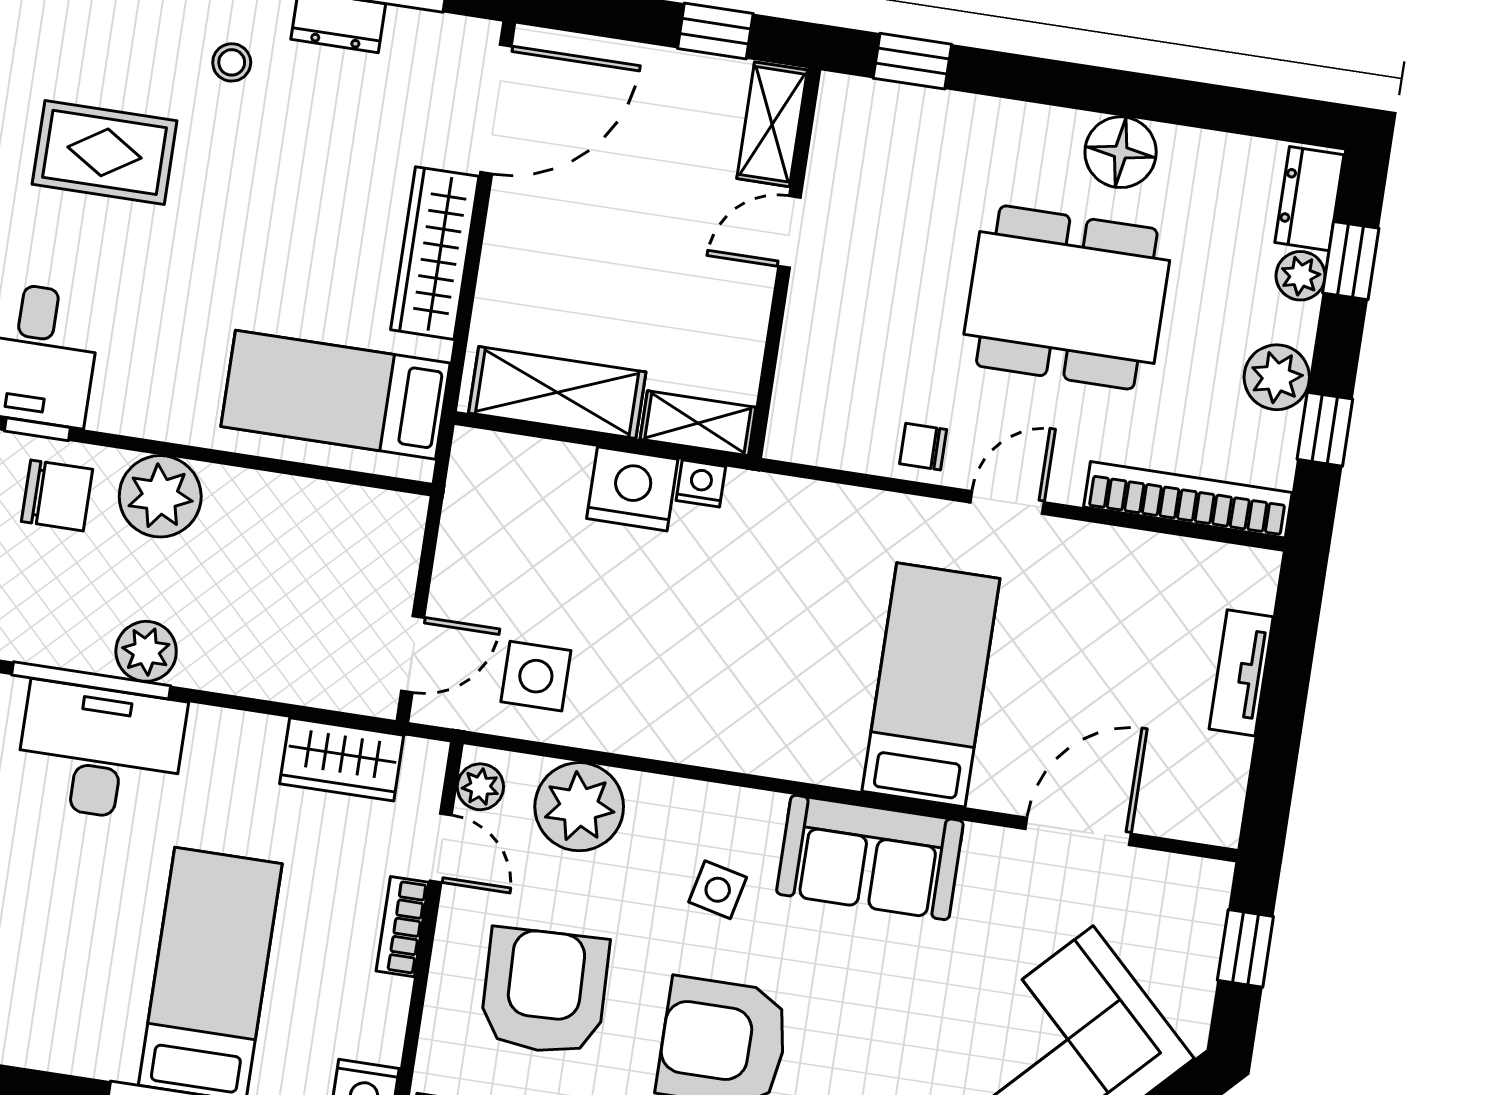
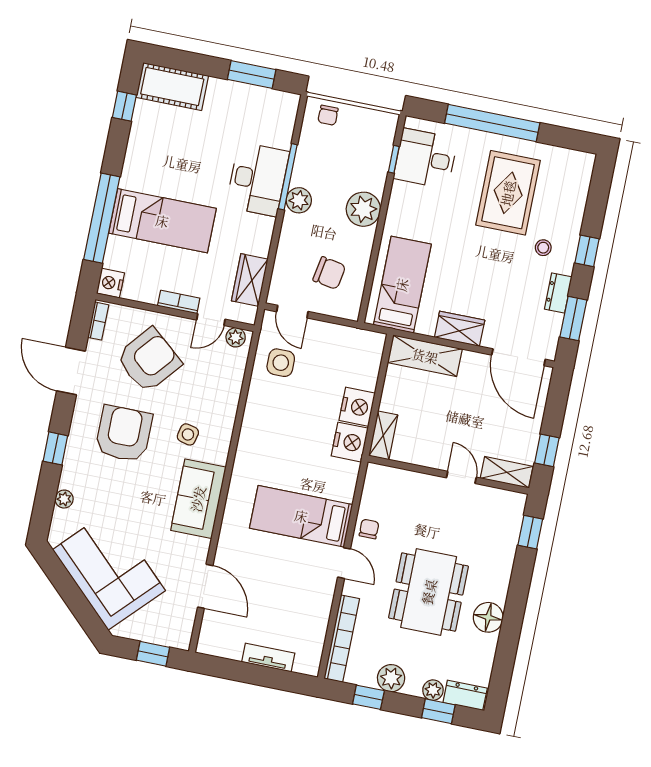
rug: (105, 152) -> (508, 193), width x1.36, depth x1.43
wardrobe: (435, 253) -> (460, 329), width x0.67
shelving: (557, 392) -> (425, 356), moved, turned 90
nightstand: (701, 483) -> (350, 442), width x1.89, depth x1.79
chair: (57, 495) -> (329, 273), moved, turned -80
bed: (931, 685) -> (301, 516), moved, turned 180
plant: (579, 807) -> (225, 378), removed
armchair: (545, 992) -> (149, 360), turned -48

